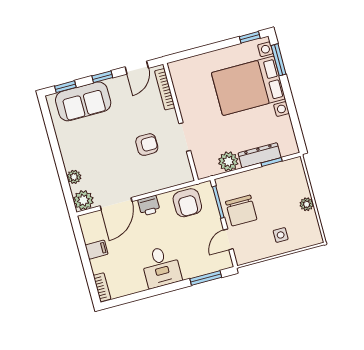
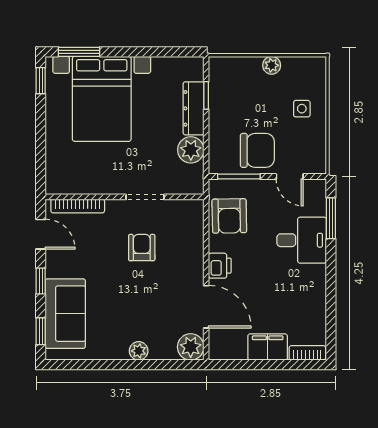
plant: (74, 177) -> (139, 351), moved
armchair: (187, 203) -> (229, 216), turned 89
filing cabinet: (97, 250) -> (268, 347), width x2.00
desk: (161, 267) -> (302, 240), moved

